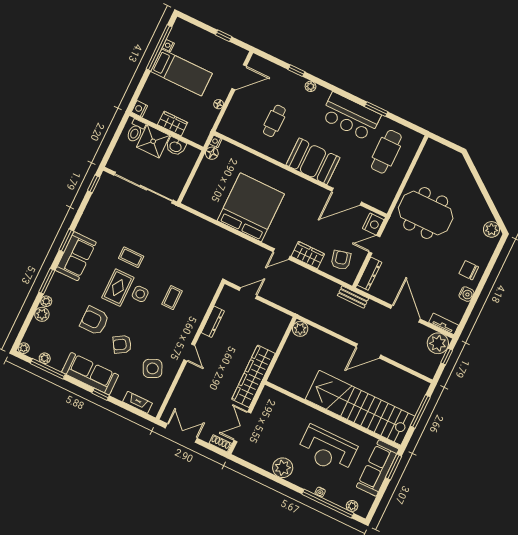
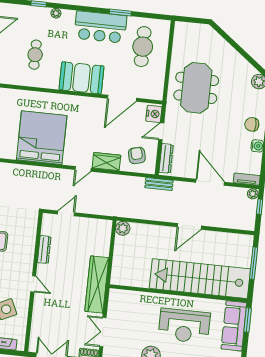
meeting table: (426, 213) -> (196, 88), turned 90
plant: (438, 343) -> (253, 194), width x0.53, depth x0.53

